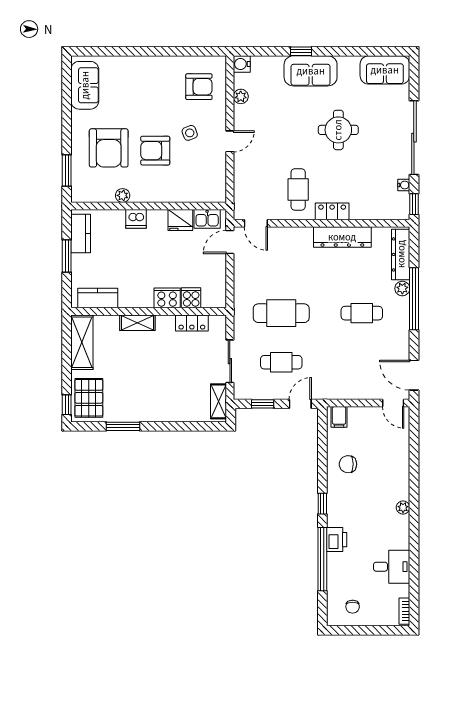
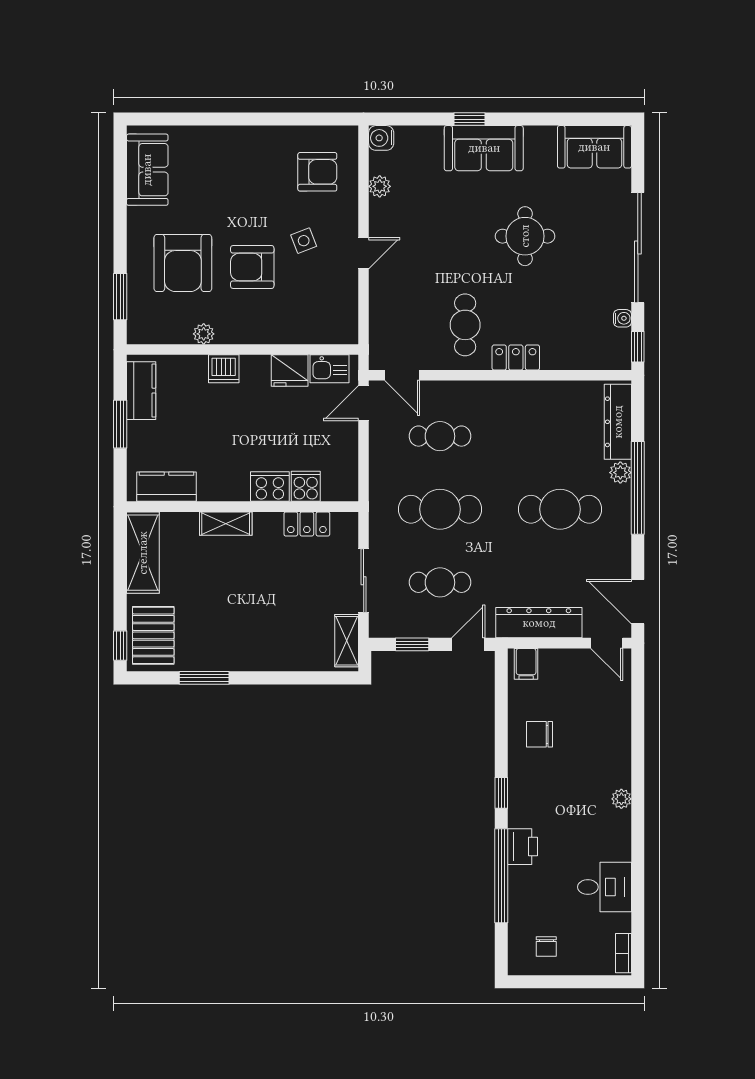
dresser: (342, 237) -> (539, 623), moved, turned 180
cafe table: (281, 264) -> (440, 436), added
cafe table: (362, 313) -> (560, 509), width x1.37, depth x1.35

